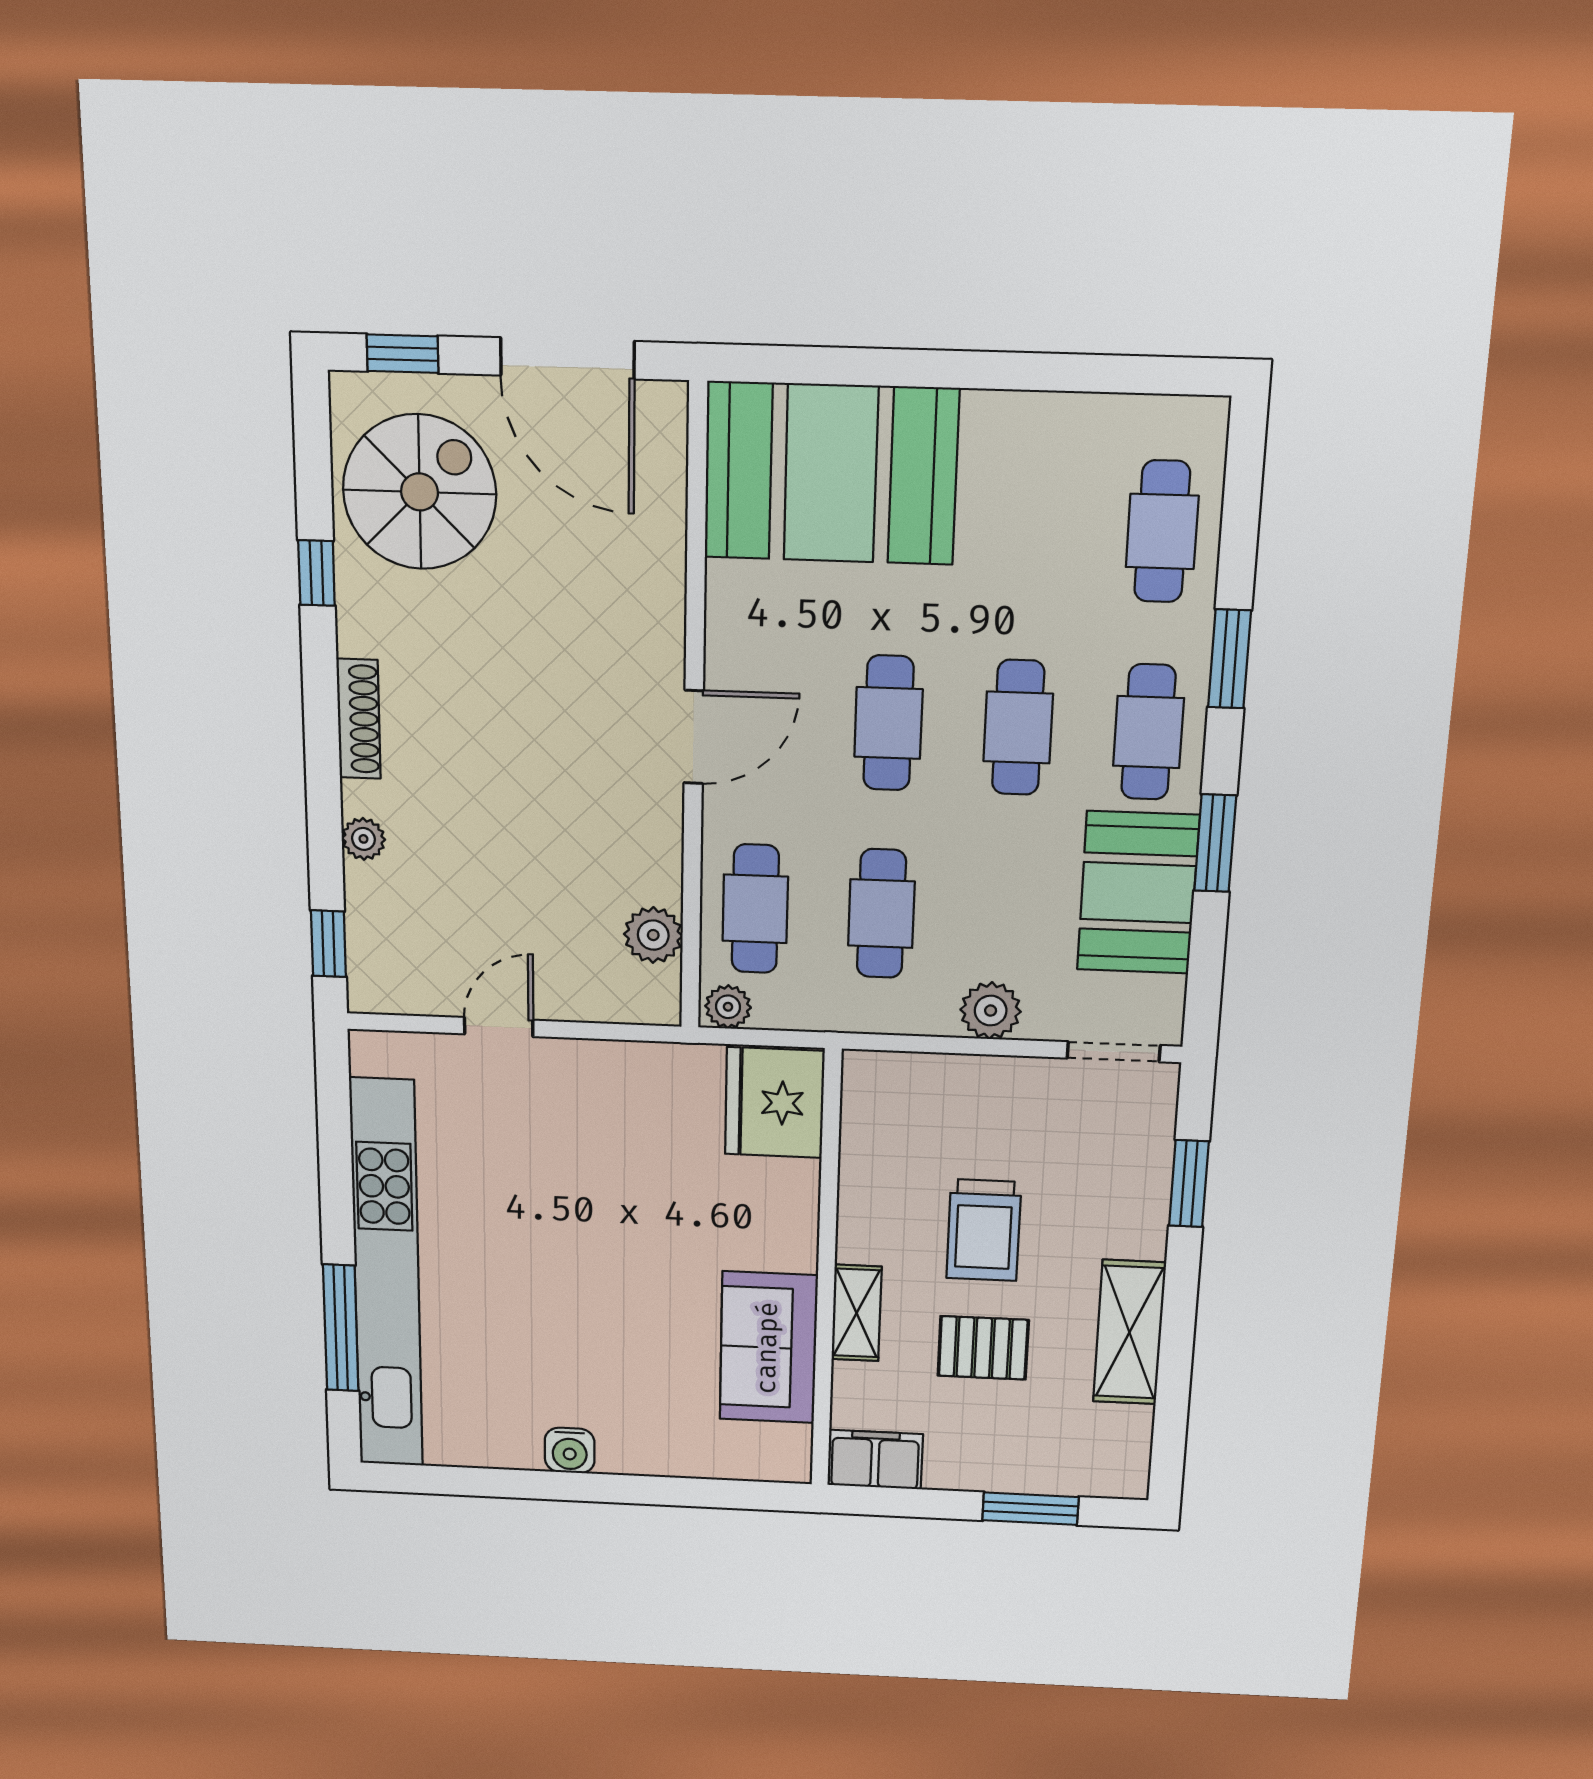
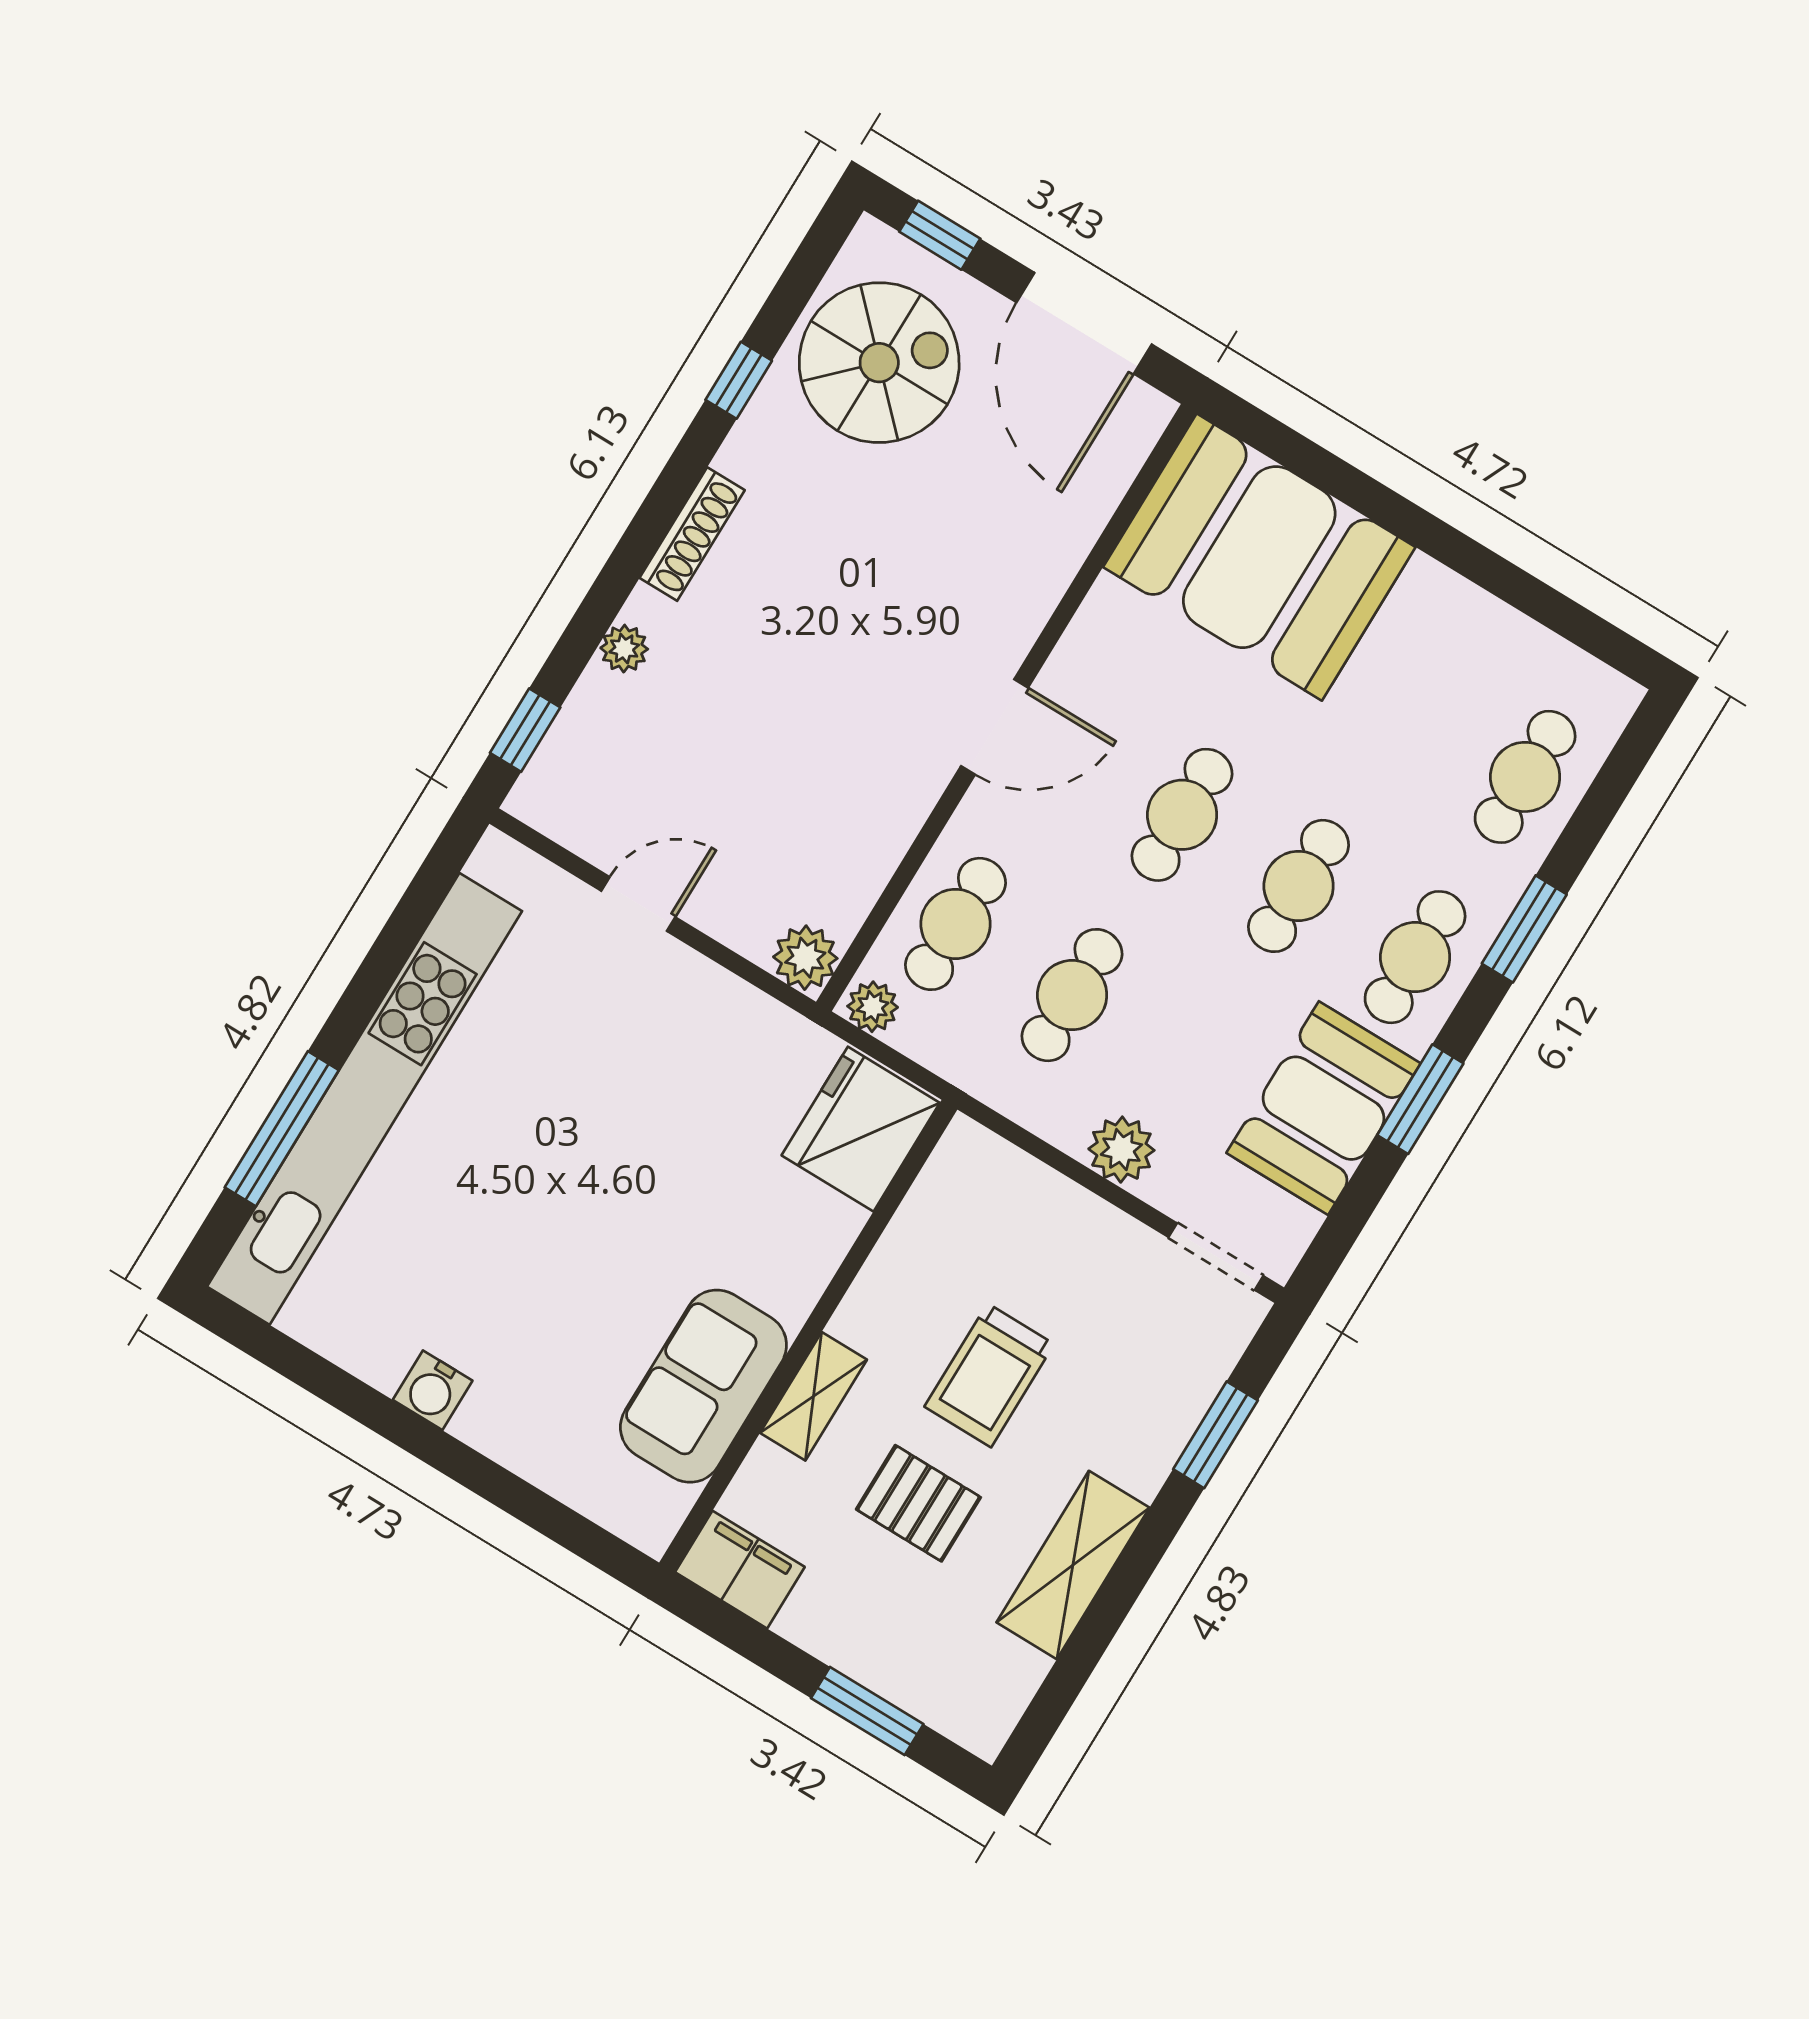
plant: (653, 935) -> (805, 958), moved

